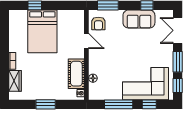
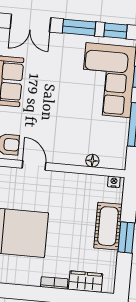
door: (86, 41) -> (34, 165), hinge flipped
cot: (76, 74) -> (108, 226), moved, turned 90

